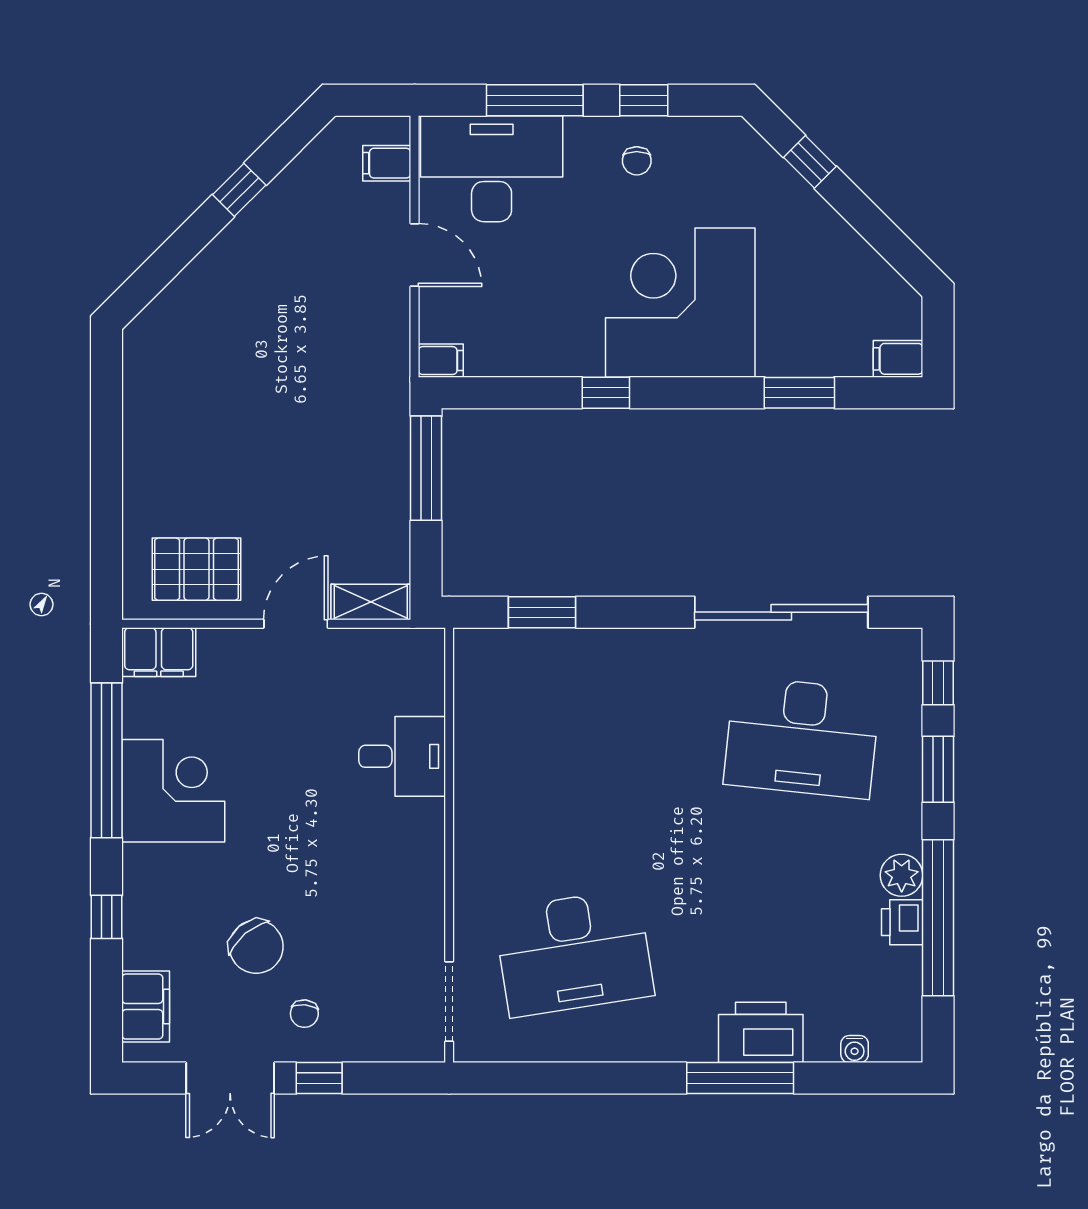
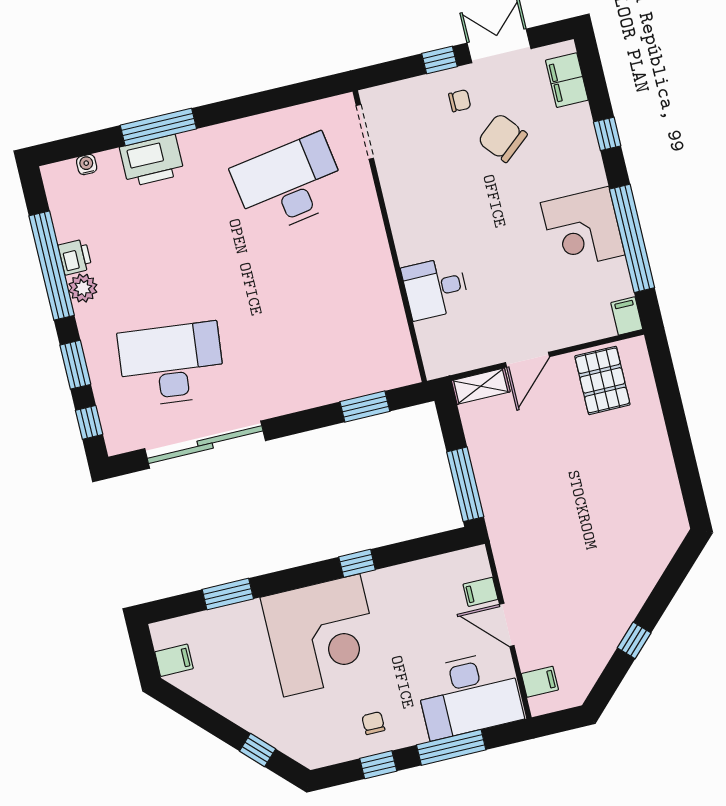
filing cabinet: (898, 359) -> (174, 660), moved
filing cabinet: (441, 361) -> (480, 592), moved
pallet: (196, 569) -> (602, 380), turned 90
filing cabinet: (159, 652) -> (627, 316), width x0.50
chair: (304, 1014) -> (460, 101), turned 84

